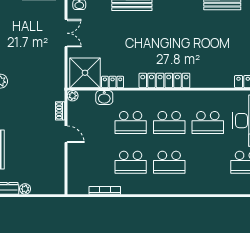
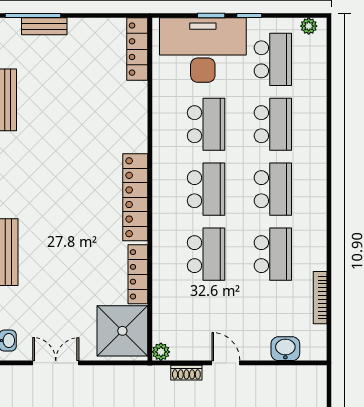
locker: (113, 82) -> (138, 274), width x1.53
washbasin: (104, 98) -> (285, 349), moved, turned -90
door: (66, 134) -> (226, 363), hinge flipped
school desk: (208, 162) -> (273, 124), added

